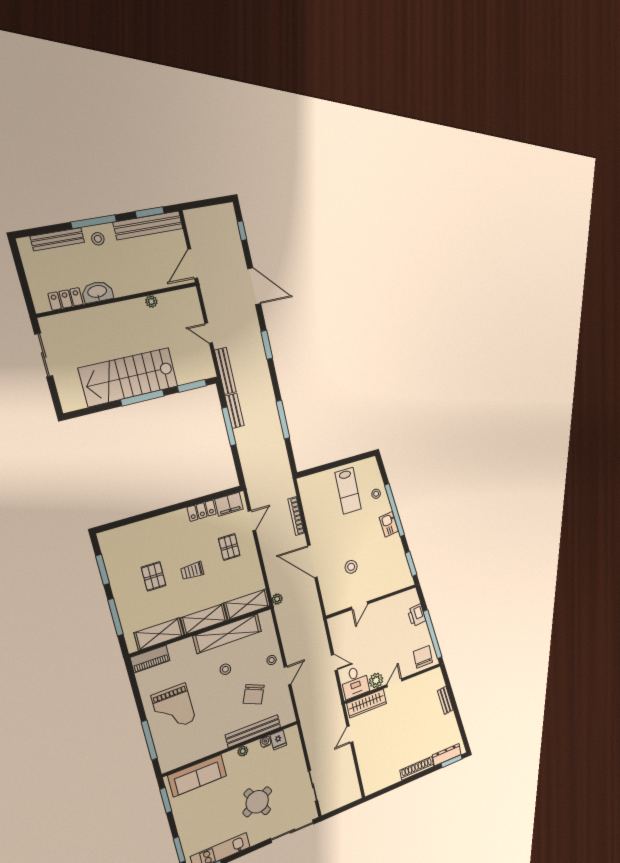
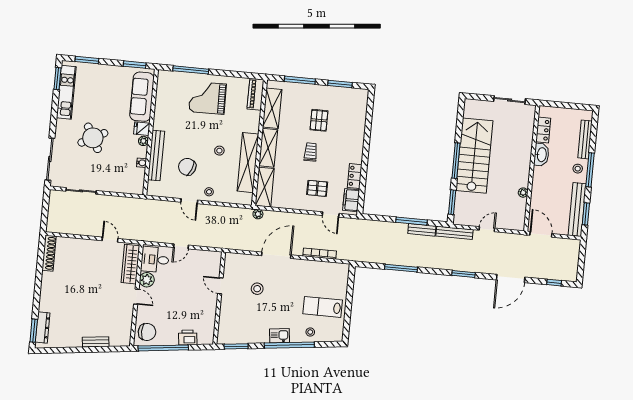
pallet: (154, 576) -> (319, 120), turned 90
fridge: (278, 740) -> (142, 129), moved
shoe rack: (417, 768) -> (49, 253), moved

